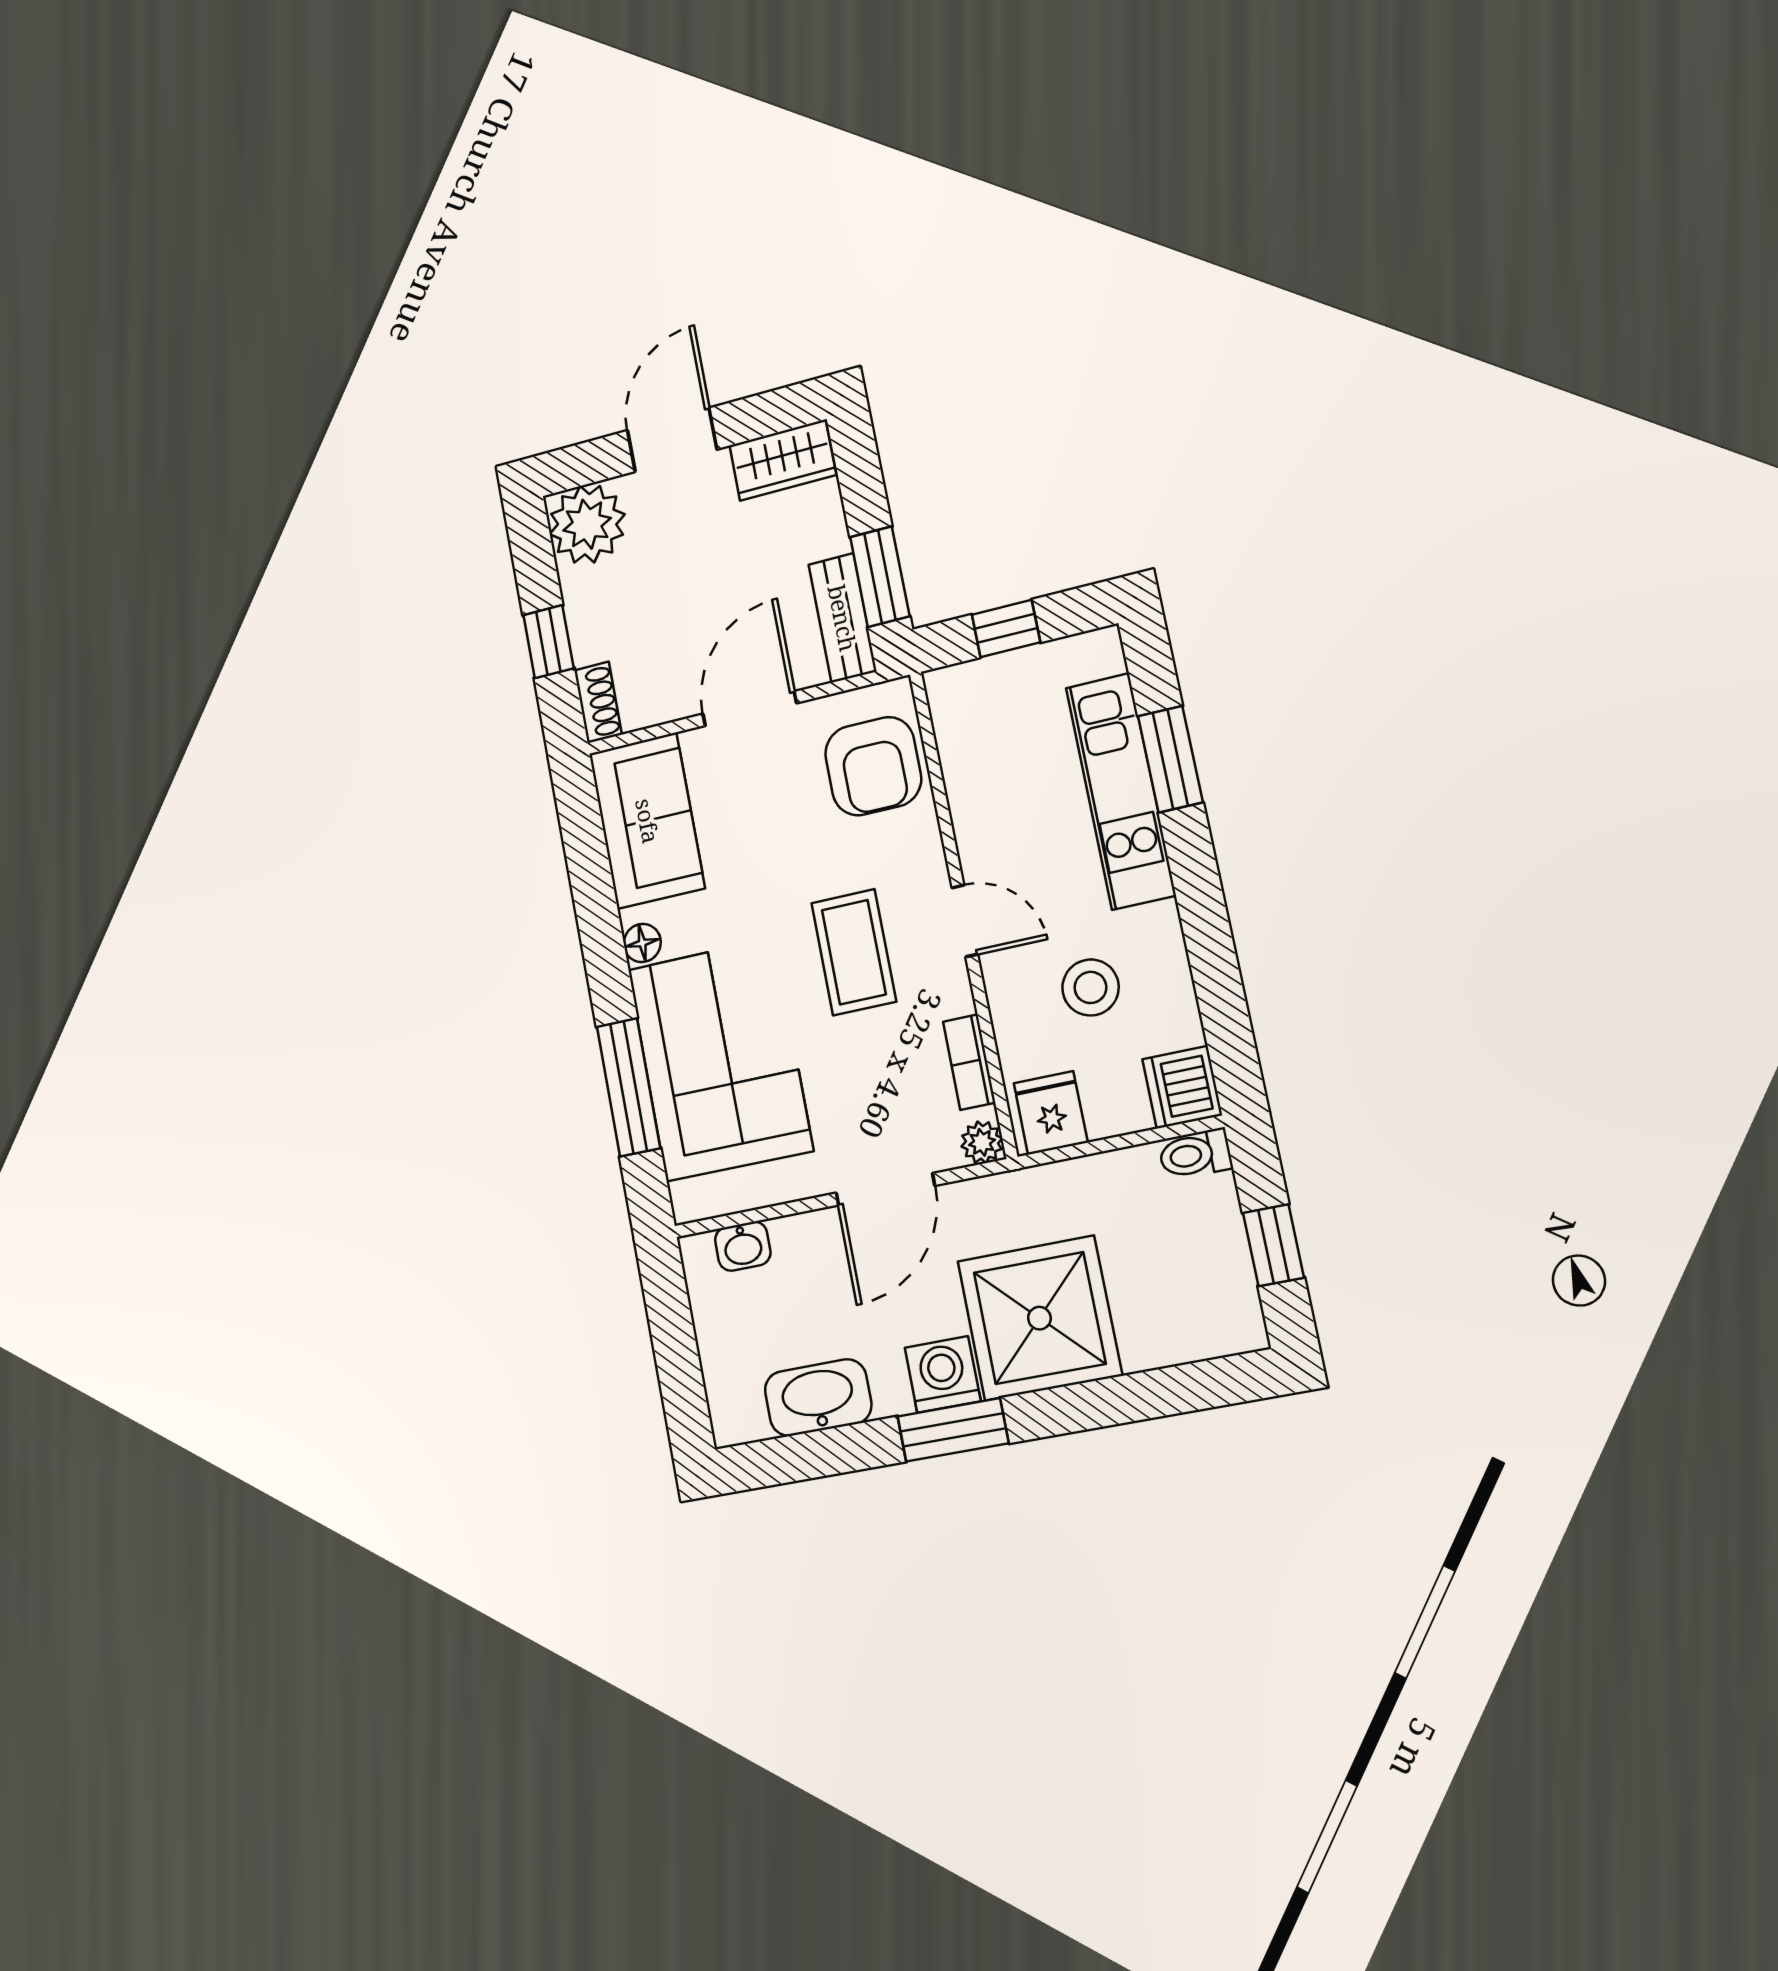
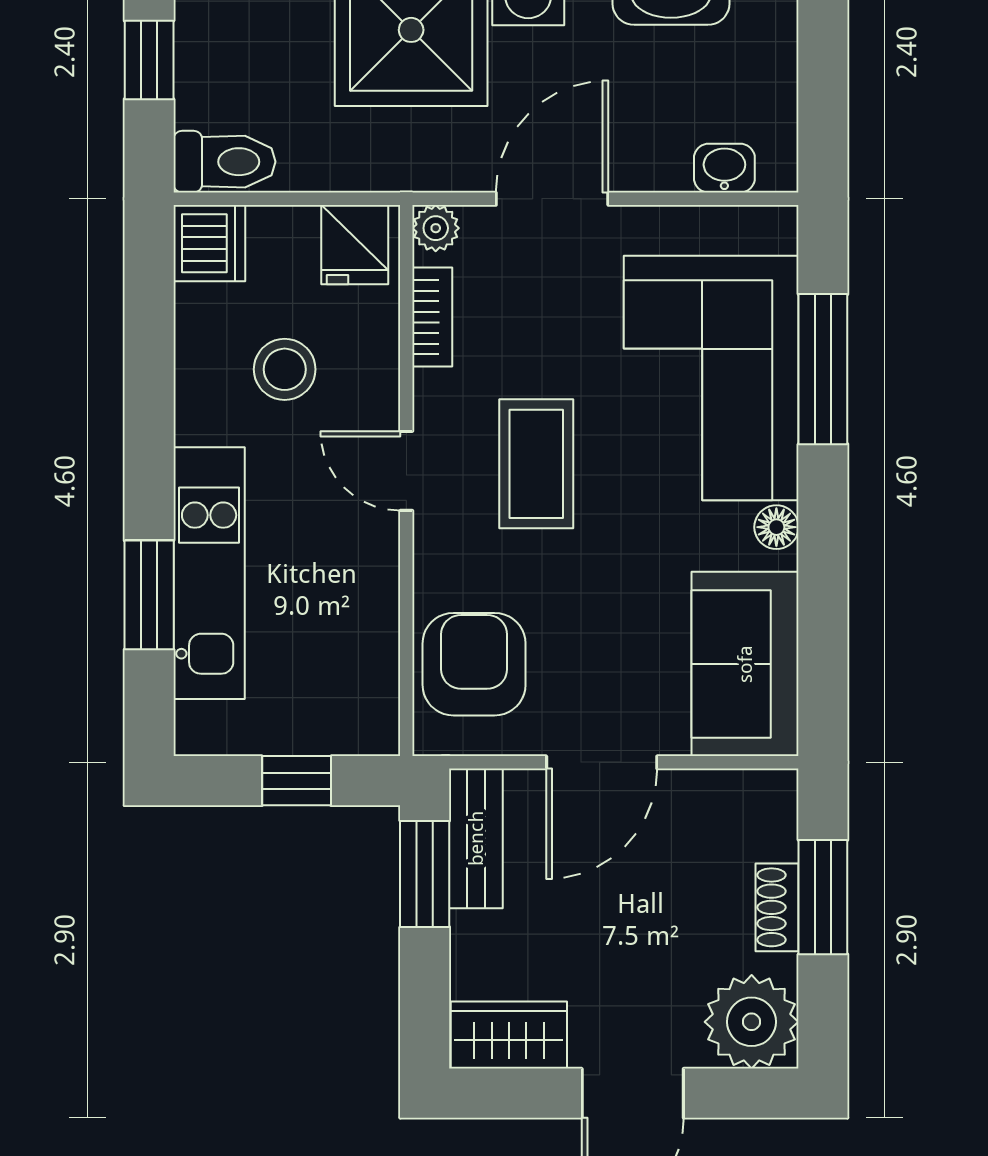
window: (549, 642) -> (823, 897), width x1.50
shoe rack: (598, 702) -> (777, 907), moved
toilet: (1195, 1154) -> (225, 162), width x1.37, depth x1.39

